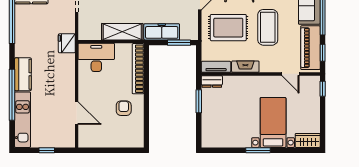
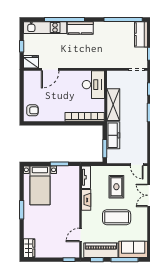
rug: (228, 28) -> (116, 187), width x0.73, depth x0.70
fridge: (67, 43) -> (31, 62), moved
dresser: (212, 81) -> (75, 174), removed
armchair: (124, 108) -> (32, 110), moved
bed with nightstands: (273, 122) -> (40, 185), moved, turned 90

